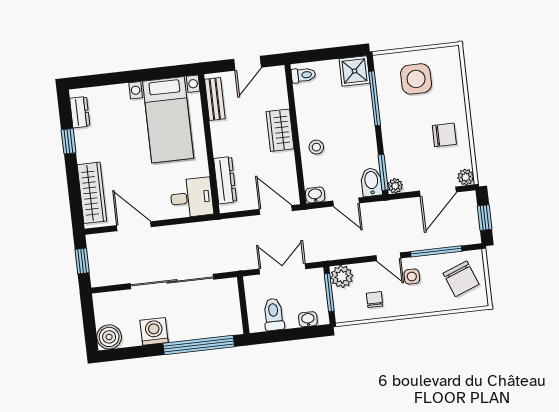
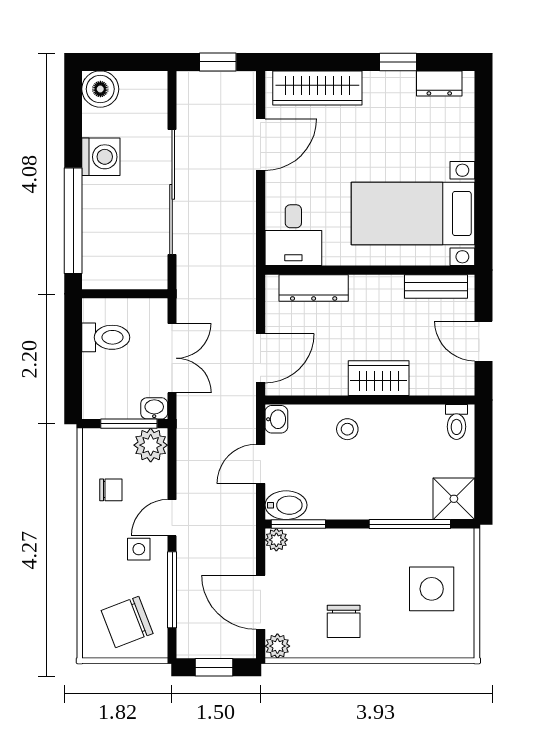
washbasin: (308, 319) -> (154, 408), moved, turned -90

